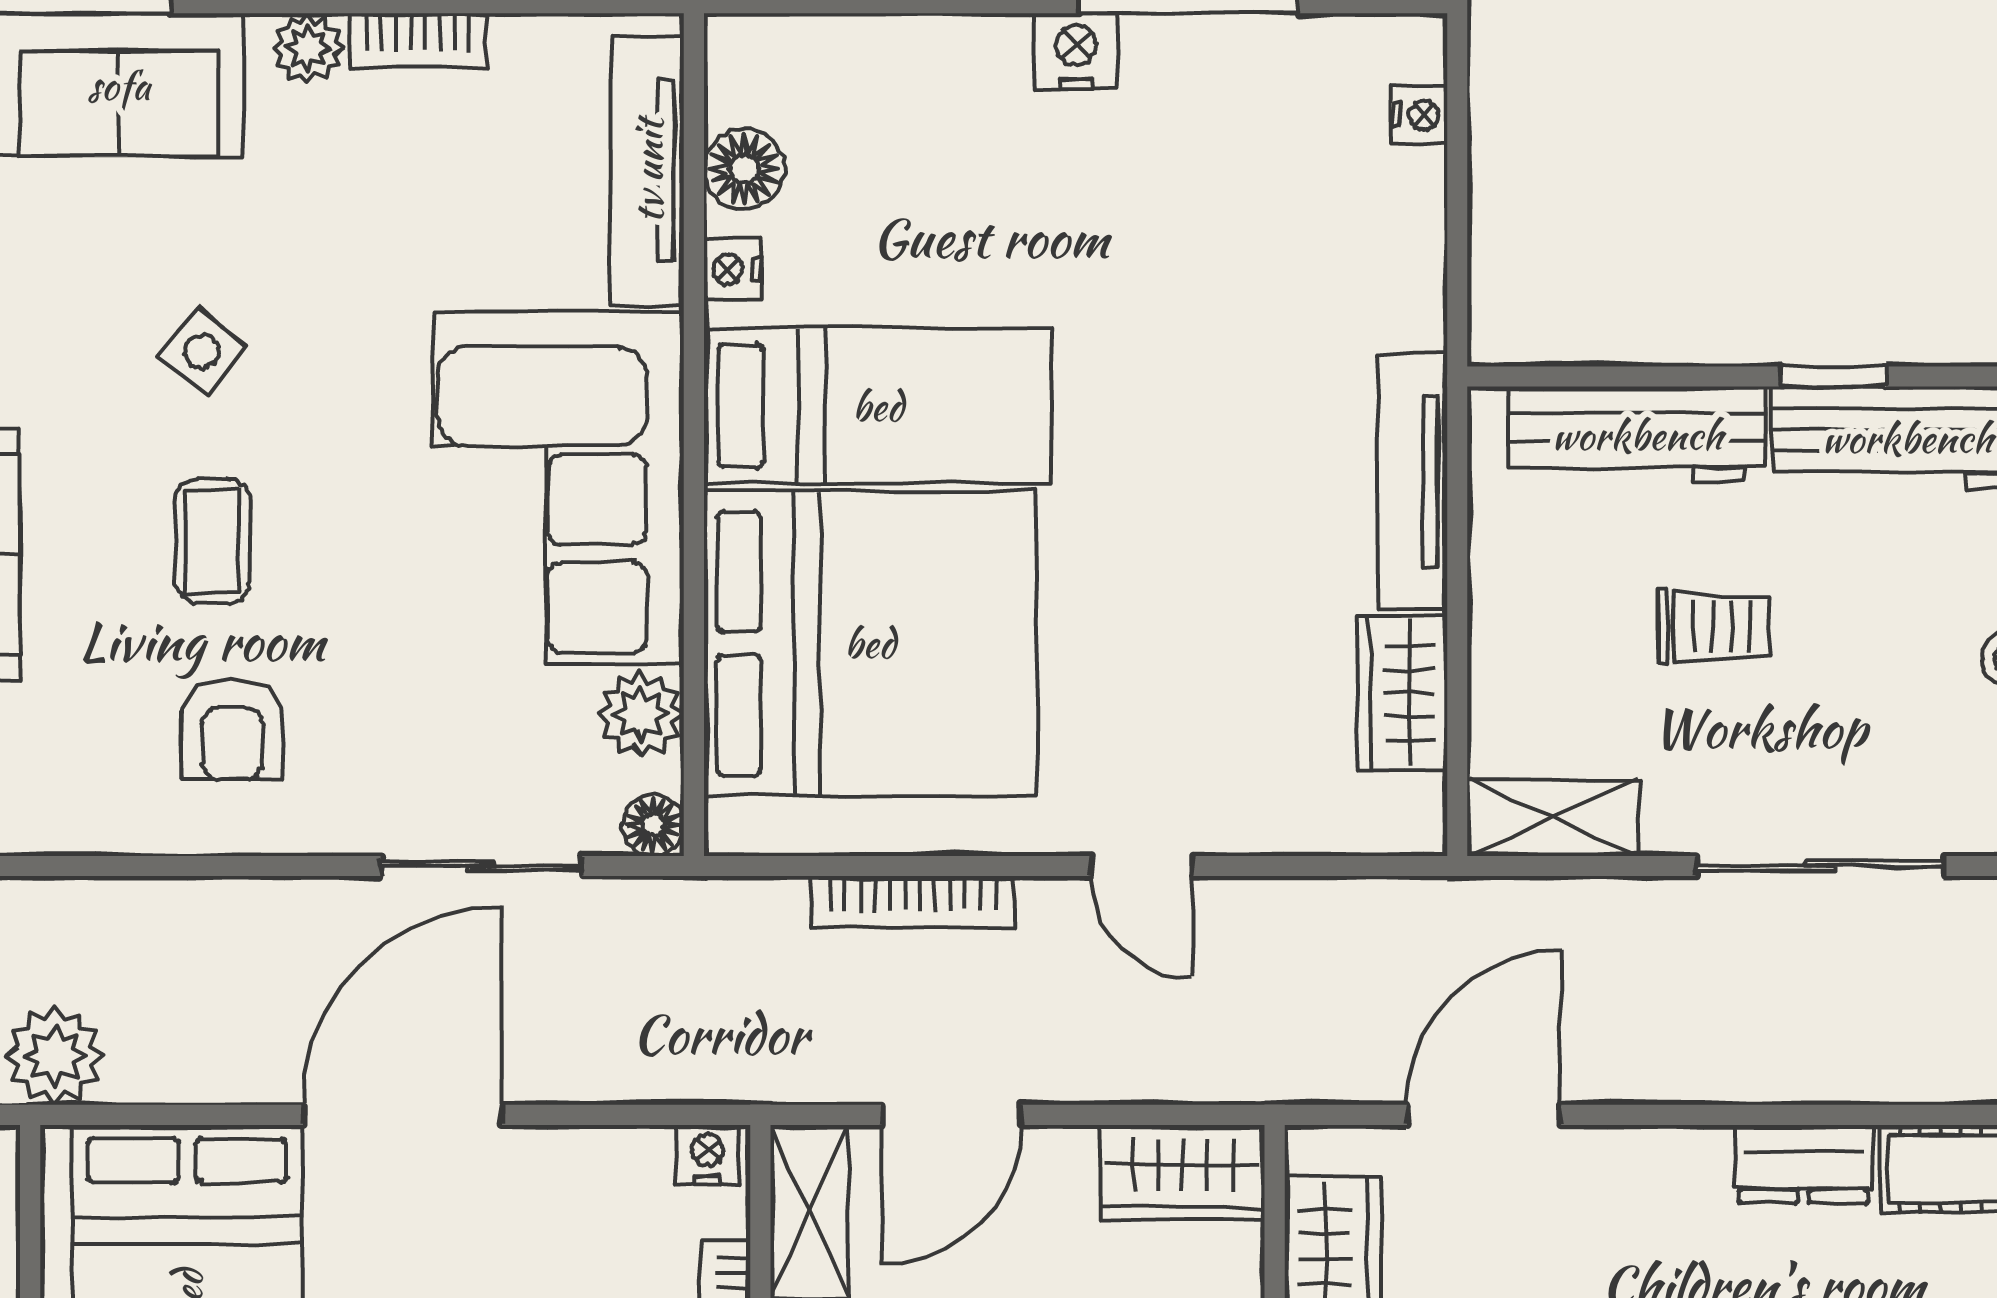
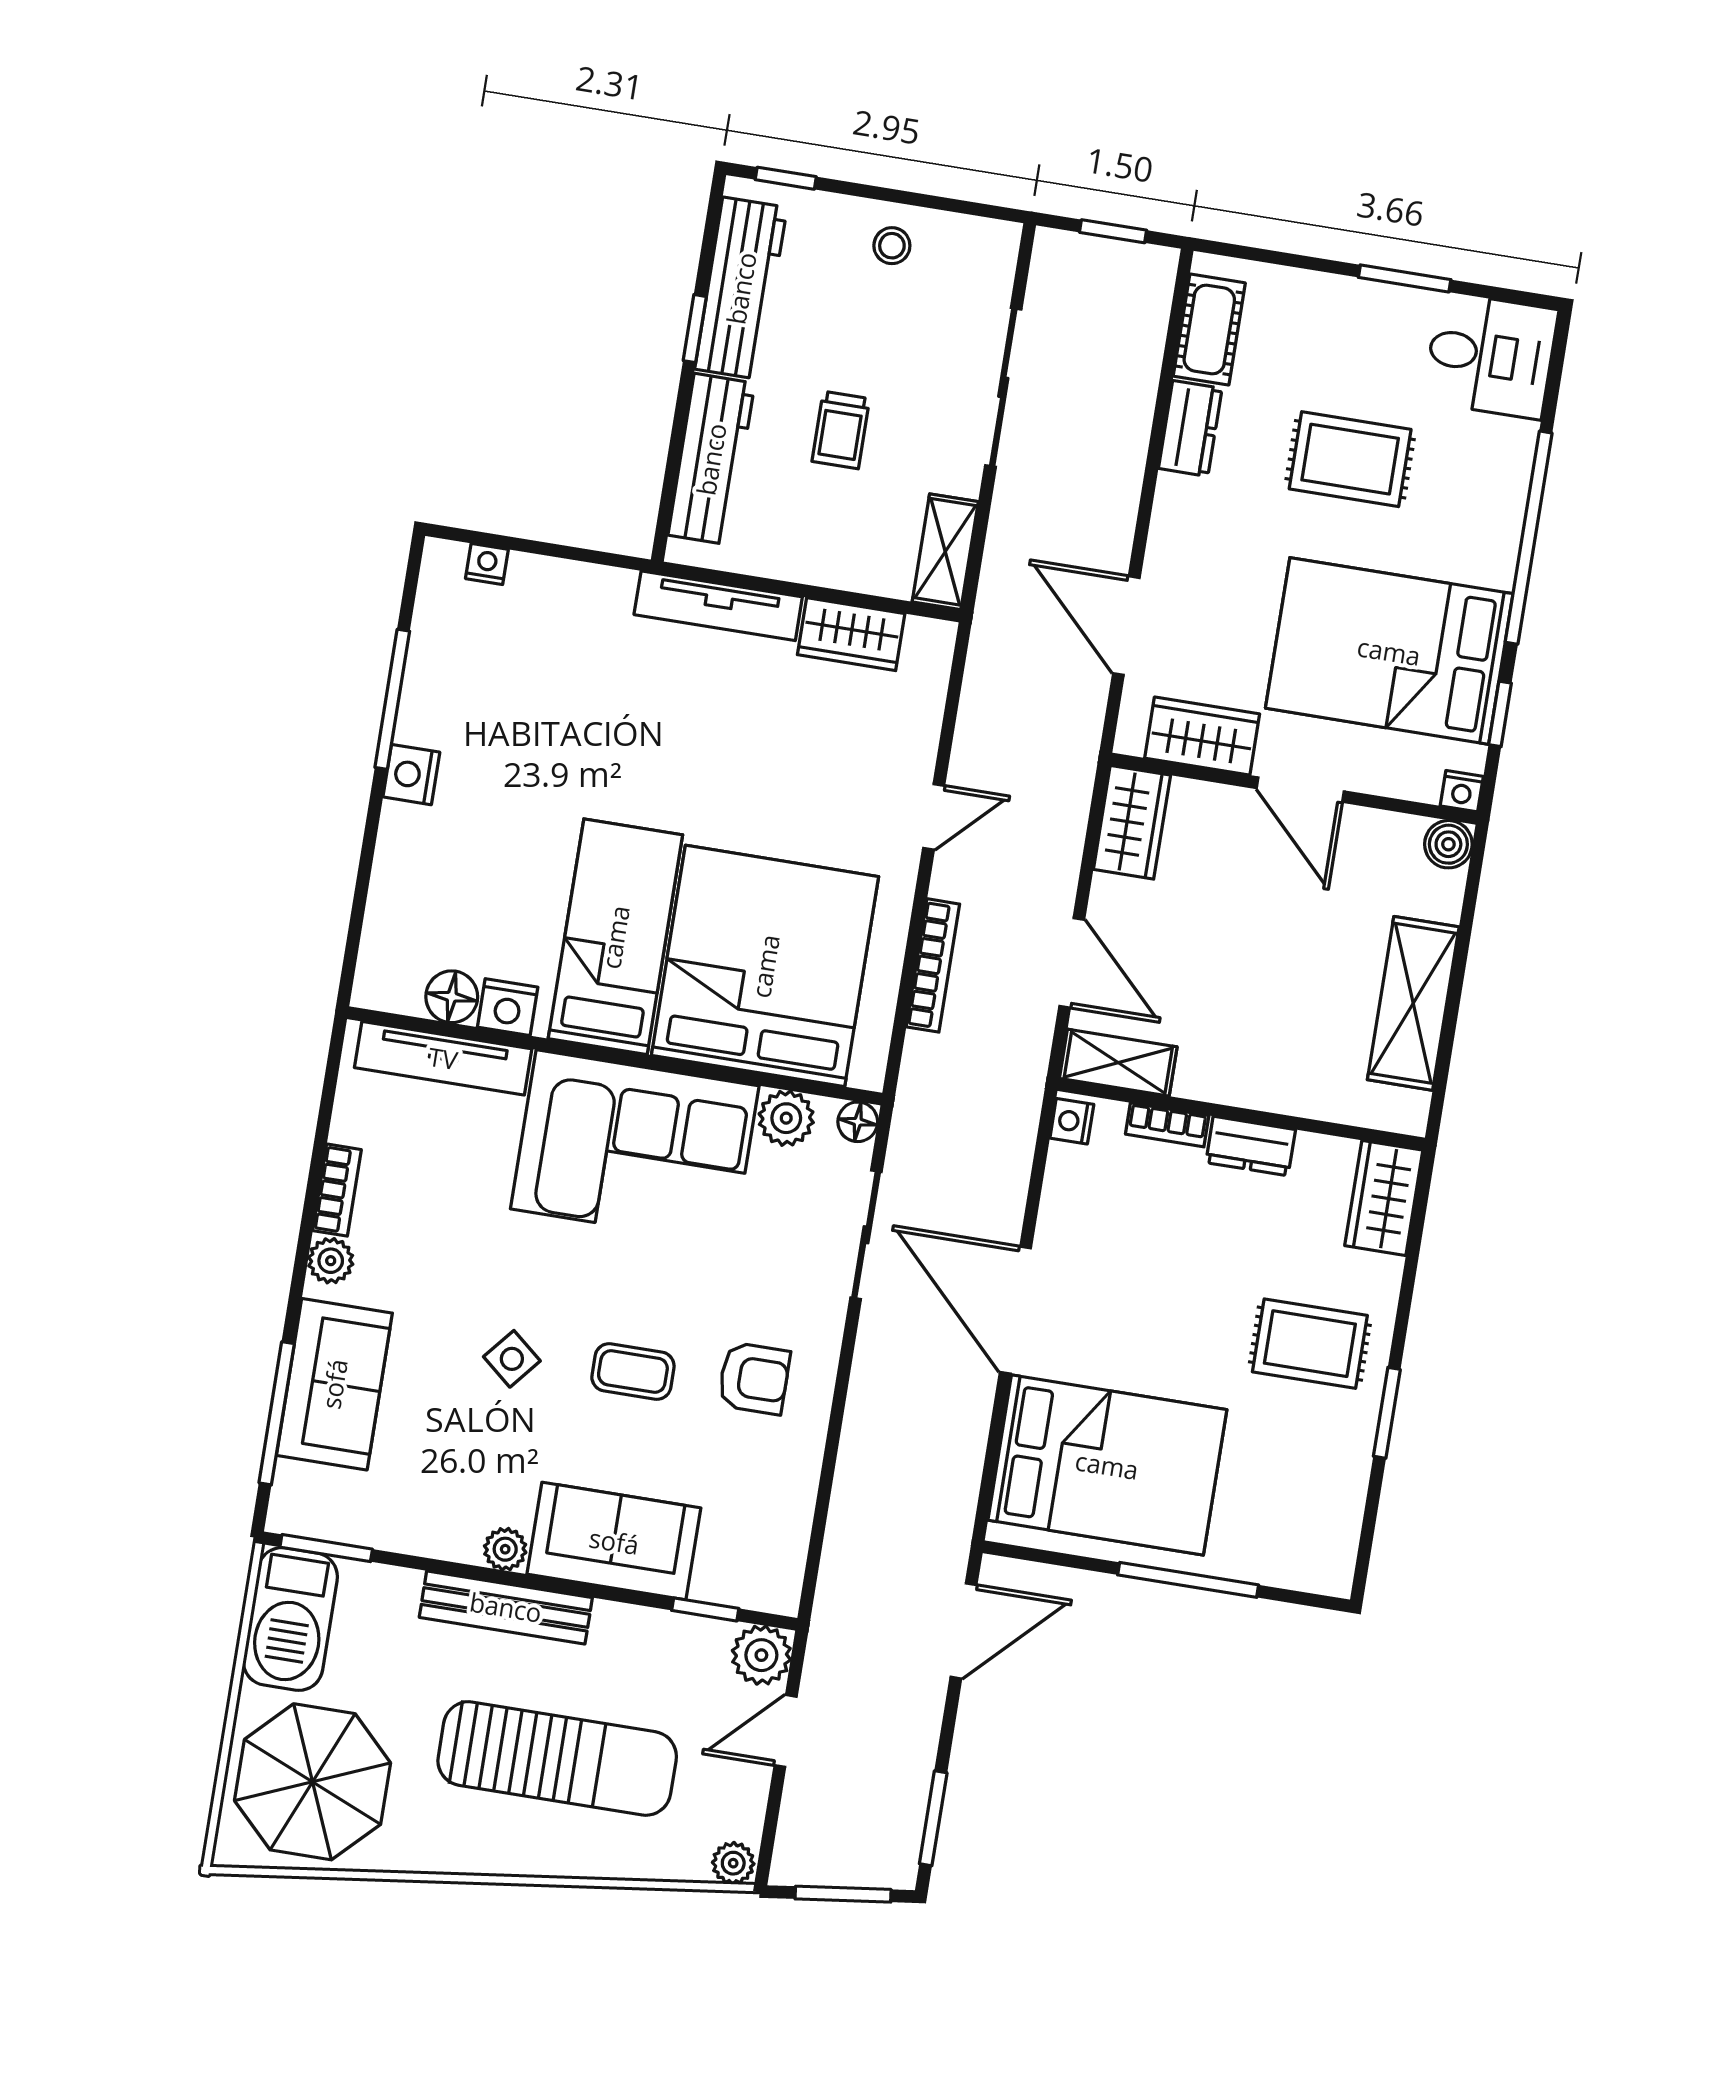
nightstand: (732, 269) -> (508, 1007), width x1.39, depth x1.35
trolley: (1714, 627) -> (841, 430), turned 180
plant: (55, 1056) -> (943, 1524), removed

